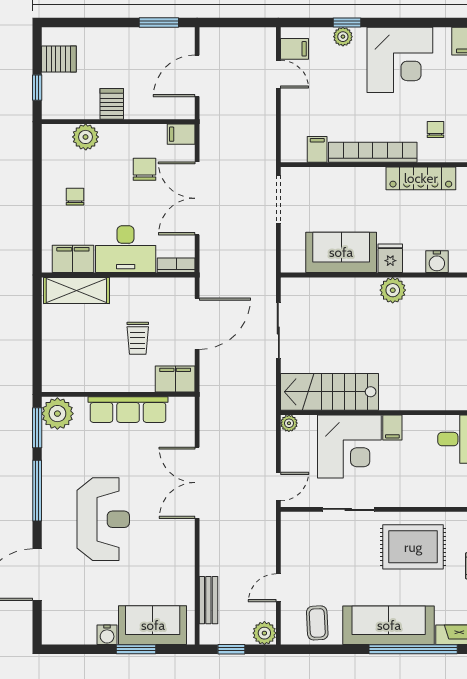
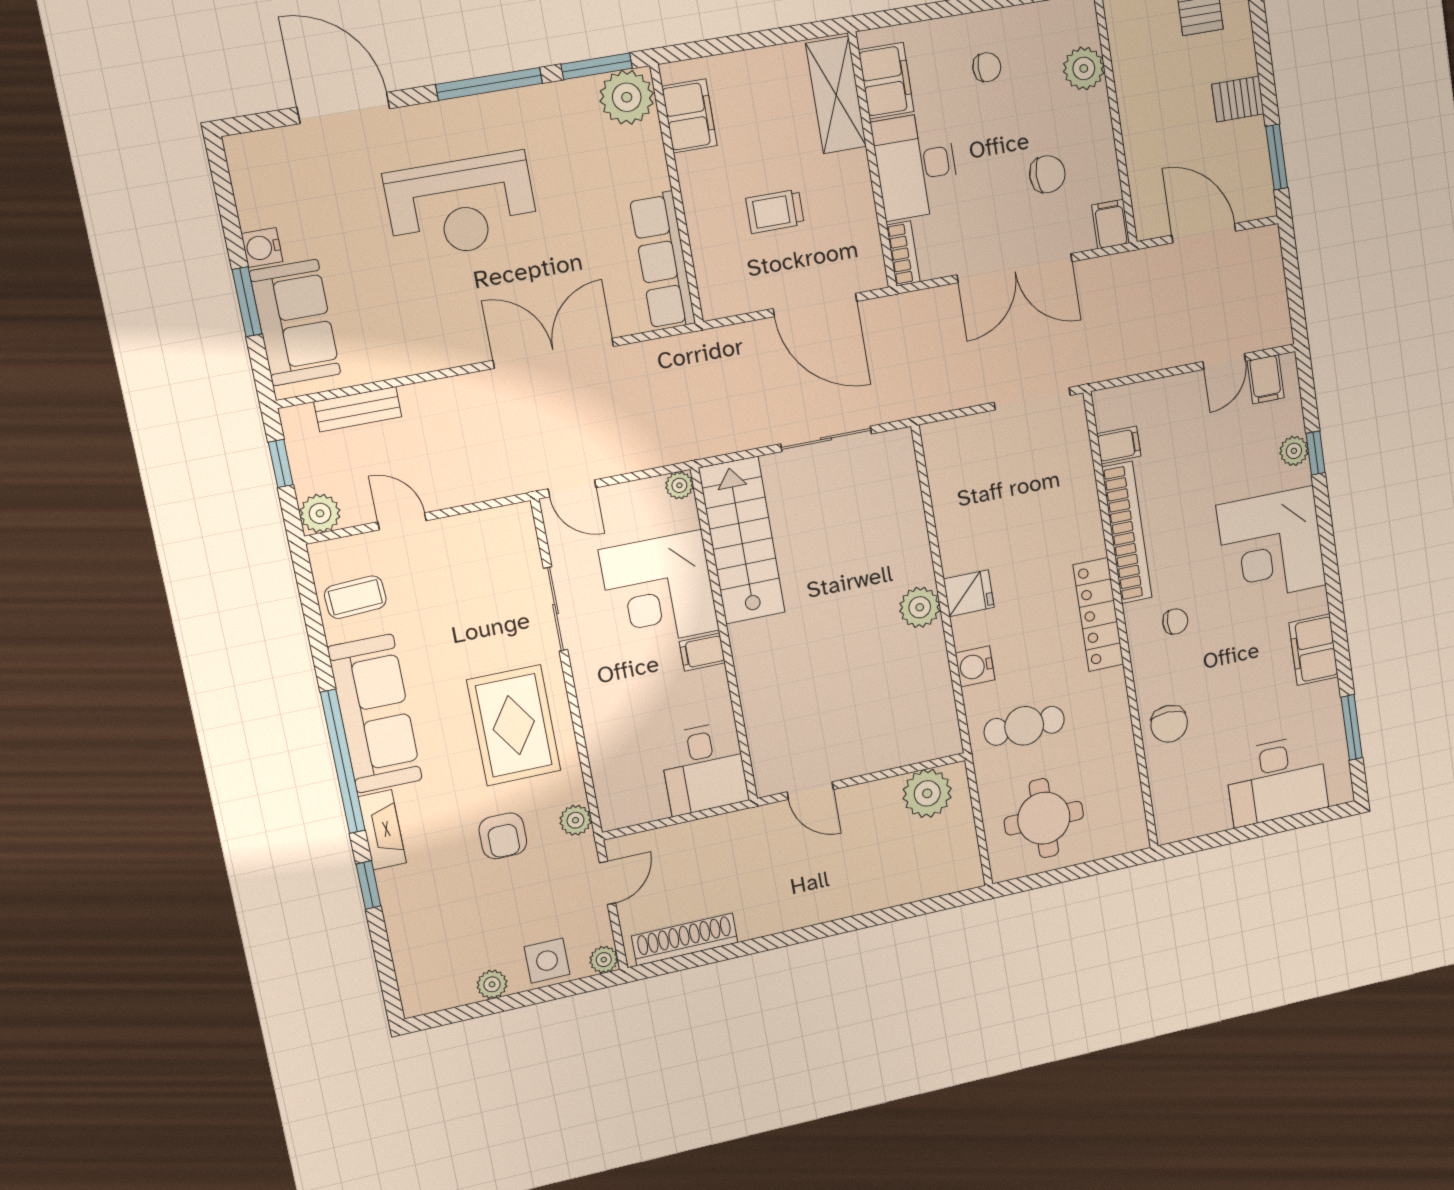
server rack: (112, 104) -> (1238, 99), moved, turned 180
double door: (197, 198) -> (1015, 268), swing flipped
sofa: (341, 252) -> (966, 514), removed
filing cabinet: (175, 379) -> (689, 116), moved
row of seats: (128, 410) -> (663, 261), moved

